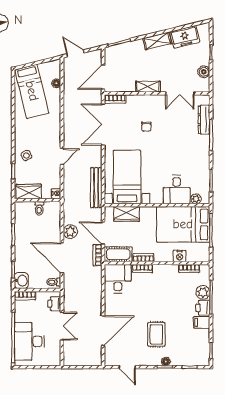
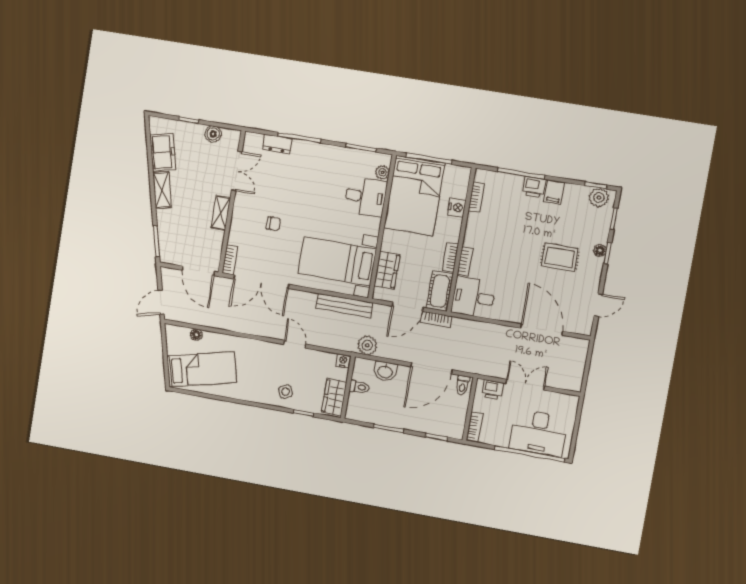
dresser: (204, 120) -> (277, 144), width x0.70
plant: (70, 232) -> (367, 345), moved
washbasin: (21, 281) -> (385, 371), moved, turned 180
plant: (203, 292) -> (599, 198), moved

